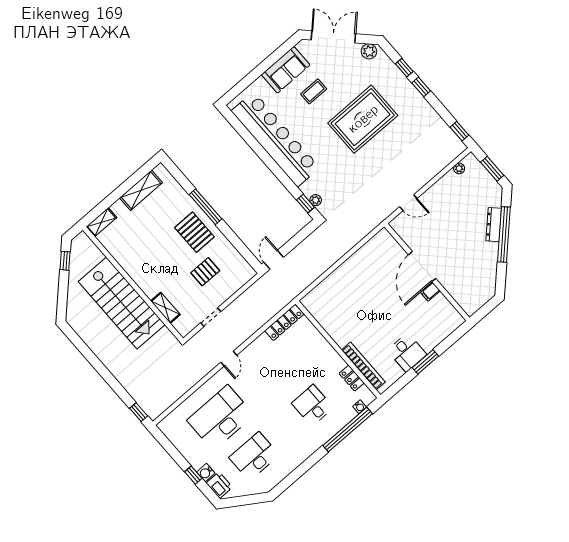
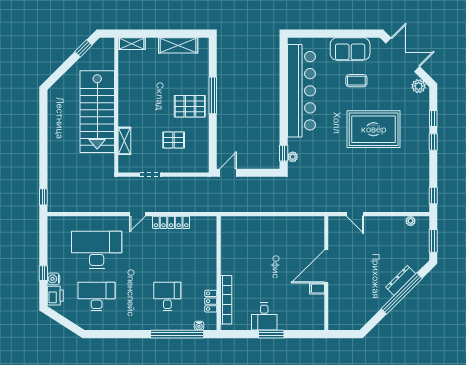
pallet: (194, 232) -> (190, 106), turned 90
locker: (284, 322) -> (171, 222), moved

